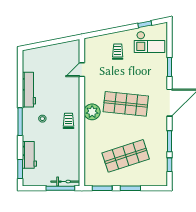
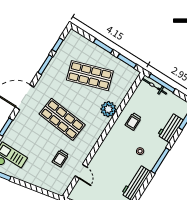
trolley: (118, 52) -> (60, 158), moved
door: (82, 70) -> (81, 171), hinge flipped
plant: (92, 112) -> (108, 109), moved
trolley: (69, 121) -> (133, 121), moved

